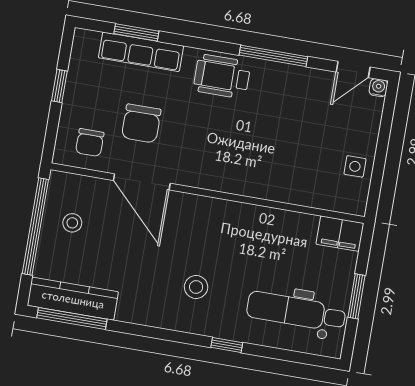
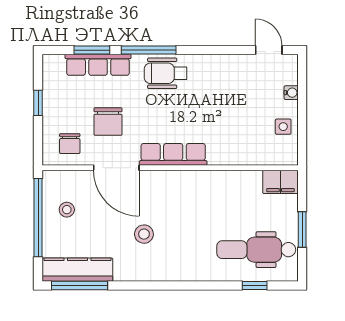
window: (273, 56) -> (149, 50), moved
door: (353, 69) -> (269, 50), swing flipped
water cooler: (378, 88) -> (291, 93), moved, turned 90
row of seats: (214, 177) -> (173, 154), added
stool: (196, 287) -> (144, 234), moved
window: (227, 345) -> (255, 286), moved

